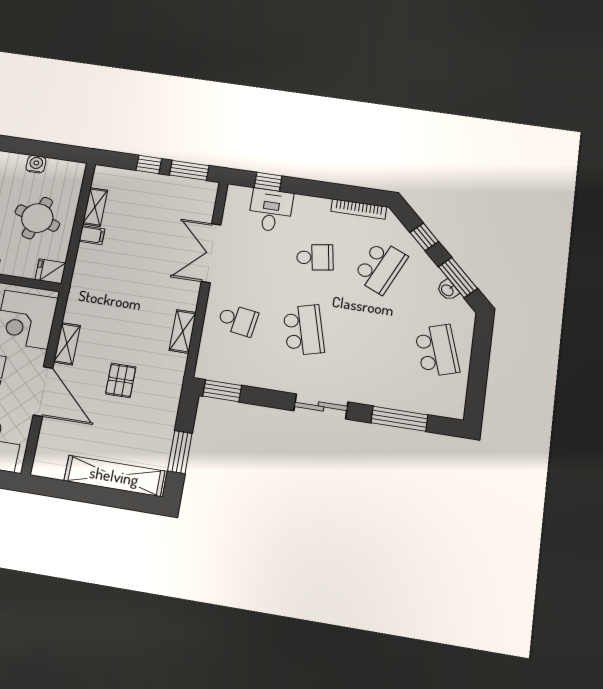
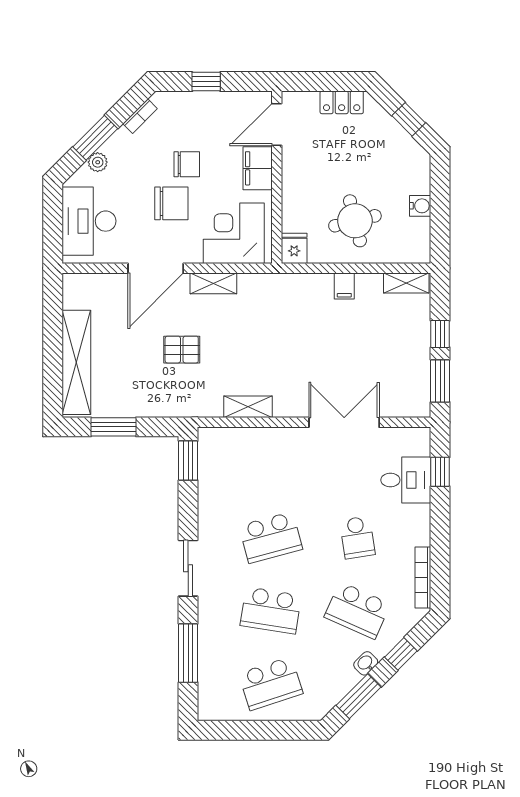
shelving: (95, 207) -> (406, 283), moved
round table: (37, 218) -> (355, 221), turned -31
washbasin: (448, 290) -> (366, 663), moved
school desk: (238, 320) -> (271, 610), moved, width x1.85

